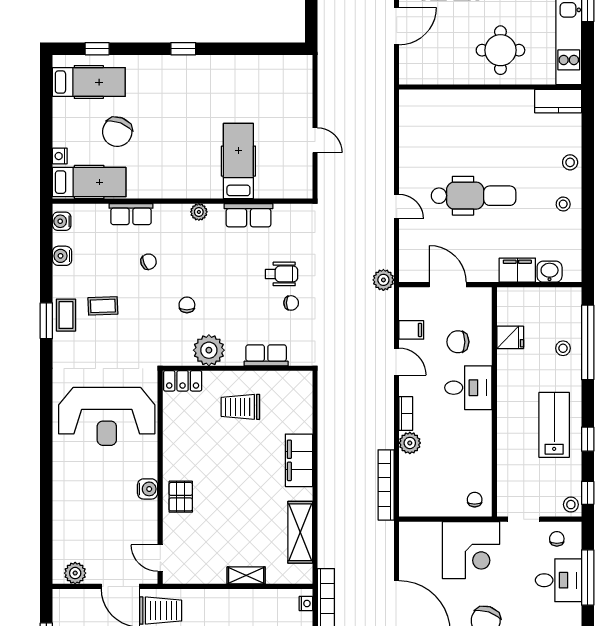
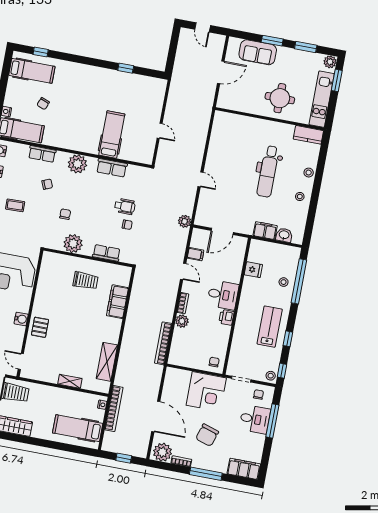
window: (183, 49) -> (126, 68), moved
chair: (117, 132) -> (43, 104), width x0.54, depth x0.54
dental chair: (474, 196) -> (268, 171), moved, turned 90
plant: (199, 212) -> (77, 164), width x1.88, depth x1.88
door: (448, 285) -> (222, 231), swing flipped
chair: (458, 342) -> (222, 266), removed
locker: (183, 381) -> (54, 259), removed
trolley: (240, 407) -> (85, 281), turned 180
printer: (481, 423) -> (226, 317), added
filing cabinet: (299, 460) -> (117, 302), moved

